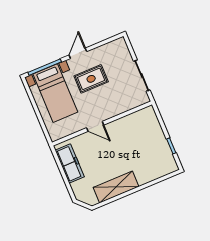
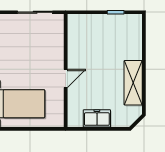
rug: (91, 79) -> (18, 63), removed
freezer: (70, 164) -> (97, 118), width x0.71

